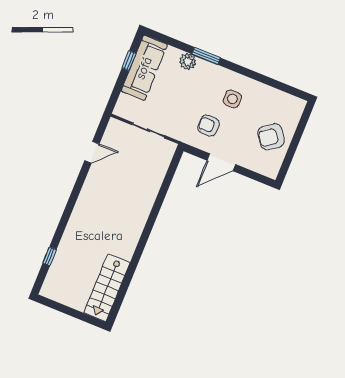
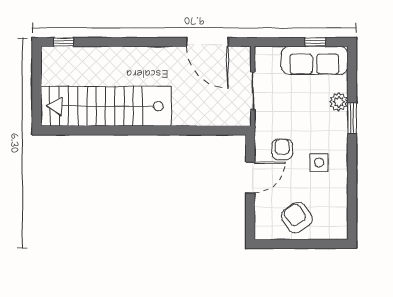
door: (92, 152) -> (207, 42), width x1.88
door: (221, 162) -> (250, 177), swing flipped
window: (50, 256) -> (64, 42), moved
stairs: (107, 288) -> (106, 106), width x1.86, depth x1.51

